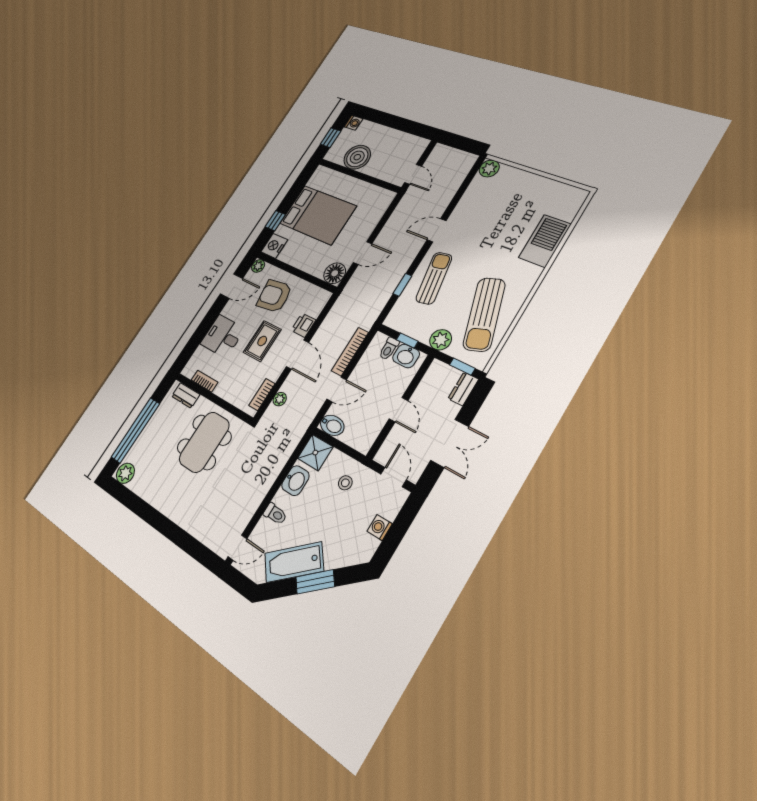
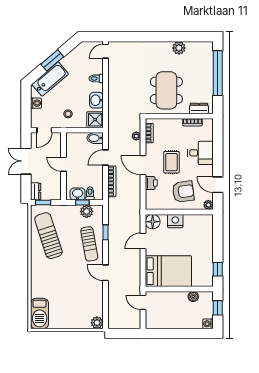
boiler: (357, 157) -> (193, 296), width x0.54, depth x0.54
bed: (318, 215) -> (168, 271), moved, turned 180
window: (275, 221) -> (218, 269), moved
door: (437, 230) -> (106, 273), swing flipped
barbecue: (545, 241) -> (40, 314), moved
nightstand: (274, 246) -> (175, 221), moved, turned -90
door: (232, 286) -> (218, 185), hinge flipped
plant: (441, 340) -> (87, 211), moved
plant: (125, 473) -> (179, 48), moved
door: (394, 477) -> (44, 130), hinge flipped
bathtub: (294, 562) -> (50, 79), moved

